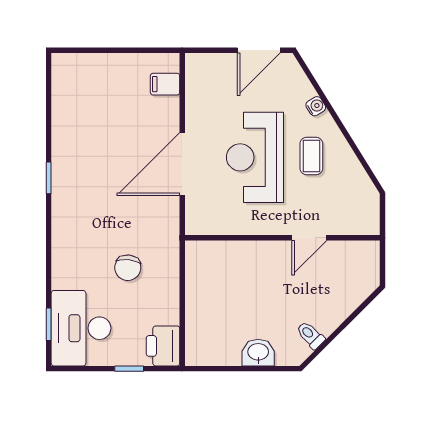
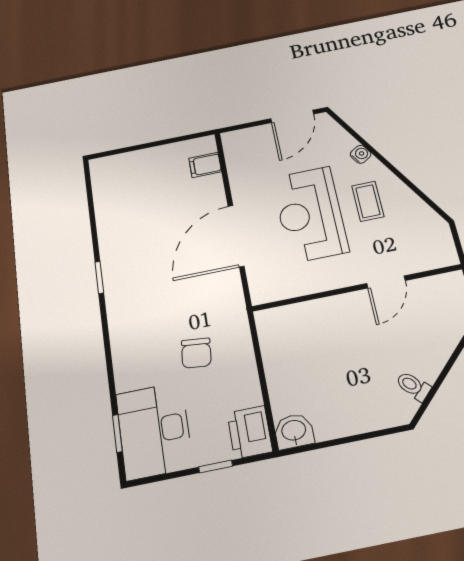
washbasin: (258, 353) -> (294, 431), moved

